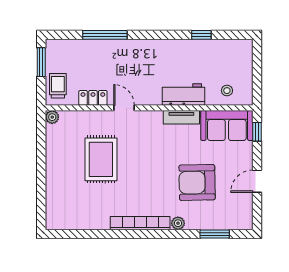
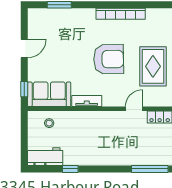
workbench: (184, 94) -> (45, 157), moved, turned 180
door: (124, 108) -> (134, 109), swing flipped
armchair: (197, 182) -> (109, 59), moved
plant: (178, 223) -> (89, 14), removed

